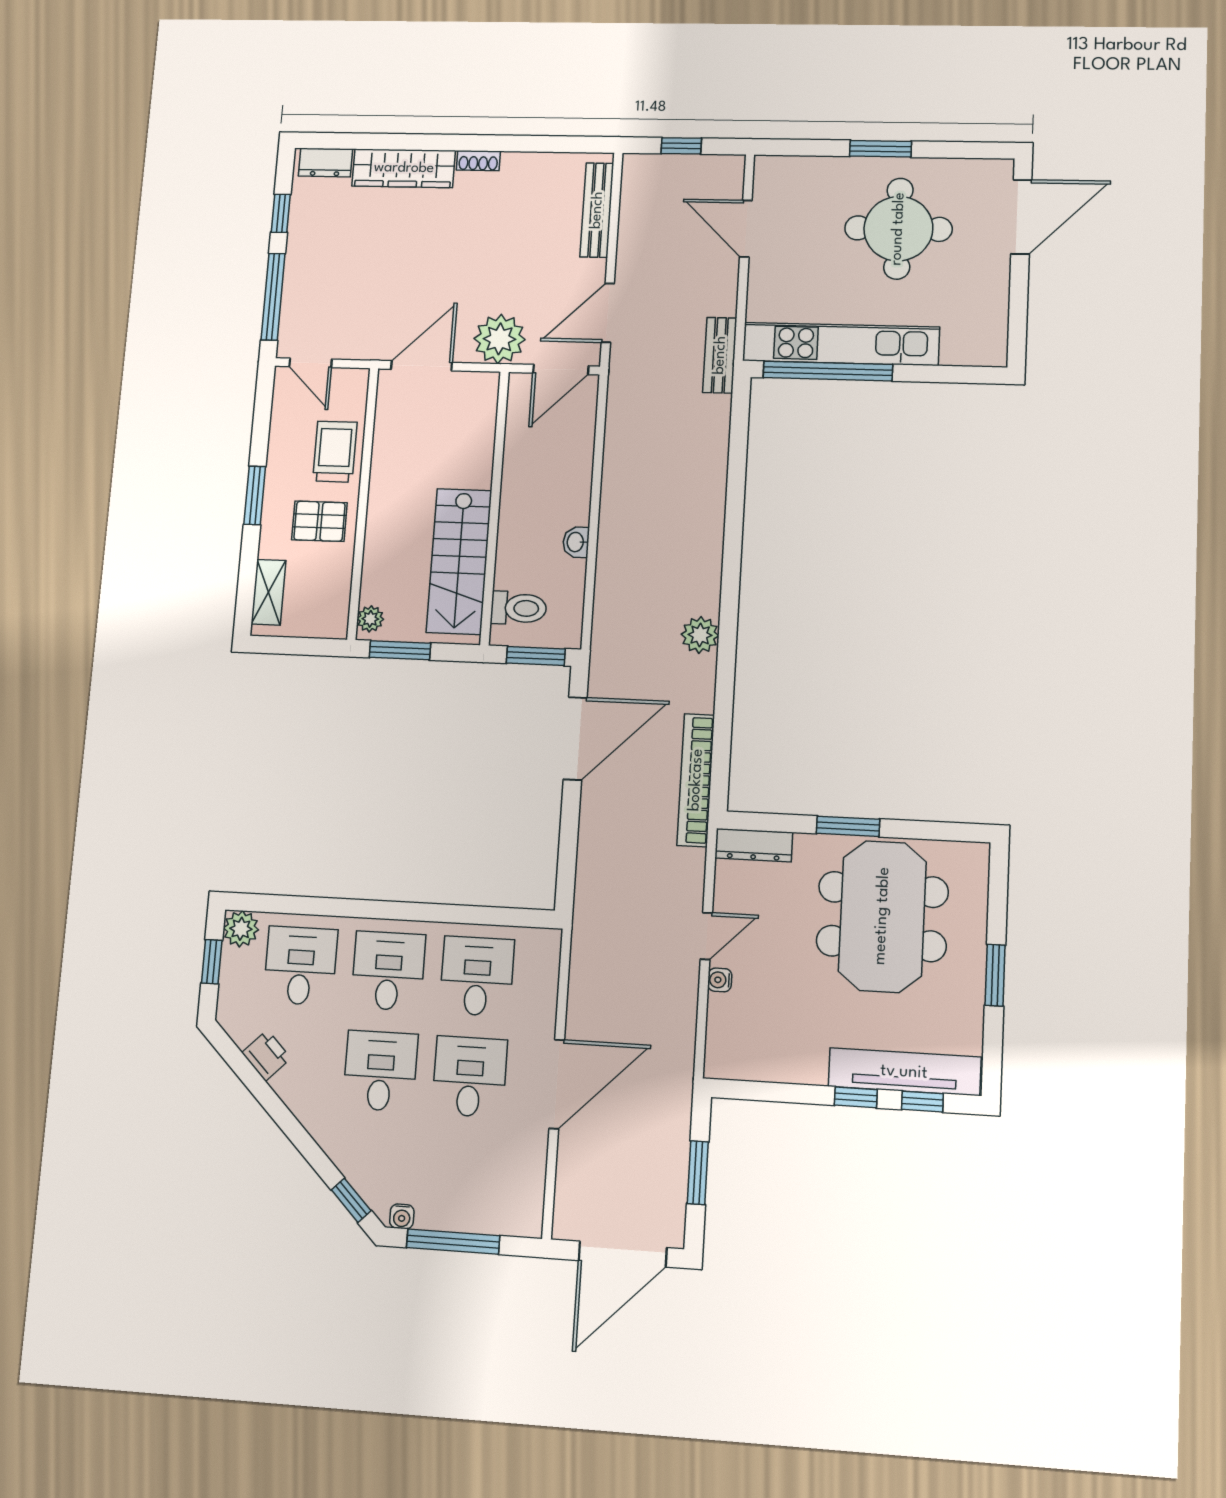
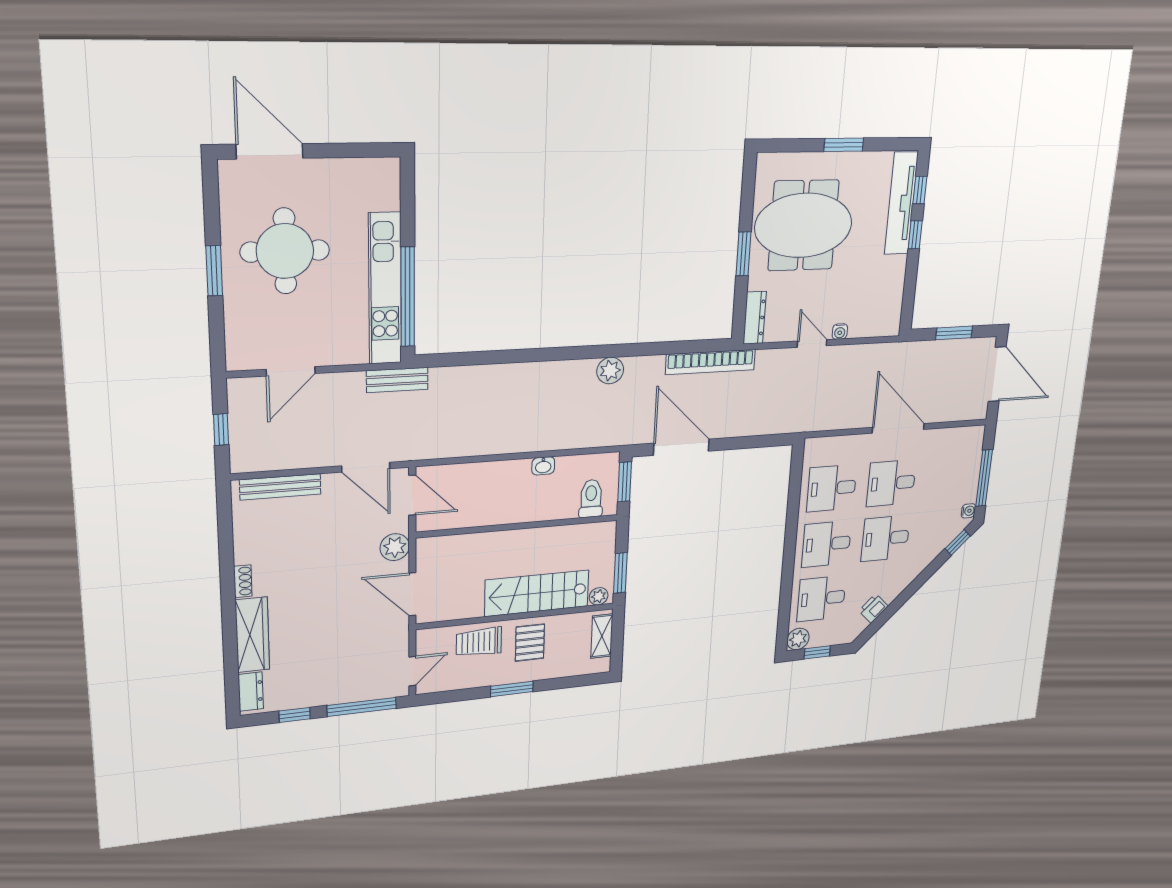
plant: (500, 339) -> (395, 547), width x0.73, depth x0.73
stairs: (459, 561) -> (537, 593), moved, turned 180
shelving: (269, 592) -> (602, 636), moved, turned 90

